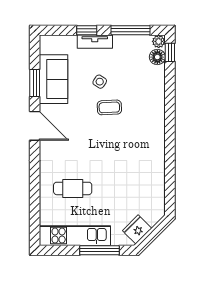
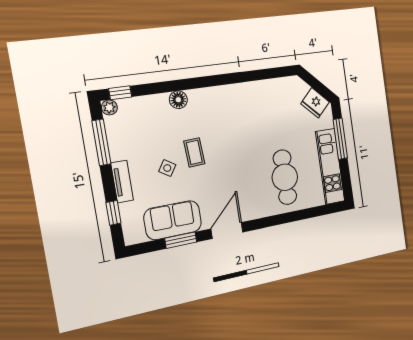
window: (87, 30) -> (113, 213), moved
floor lamp: (157, 57) -> (178, 100), moved
cafe table: (73, 188) -> (285, 177), width x1.37, depth x1.35

